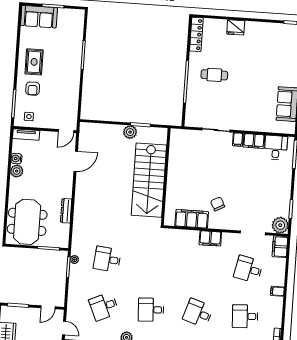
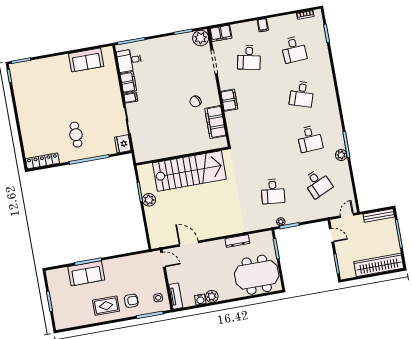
sofa: (39, 17) -> (86, 273), moved, turned 90
fridge: (236, 27) -> (123, 144), moved, turned 180

